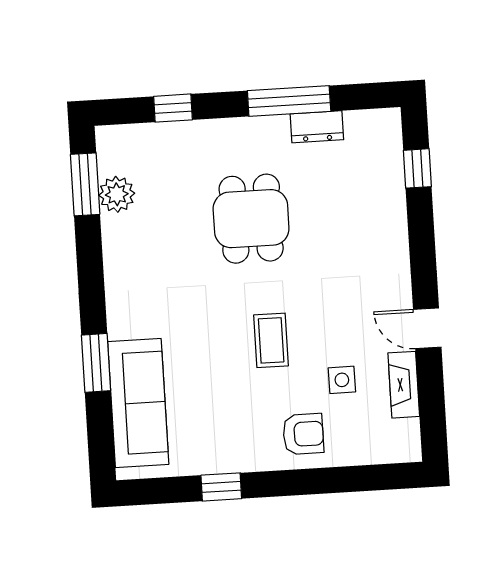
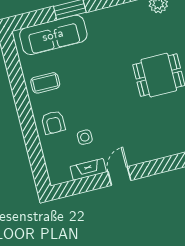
coffee table: (271, 340) -> (45, 83), moved
window: (221, 487) -> (18, 86), removed

